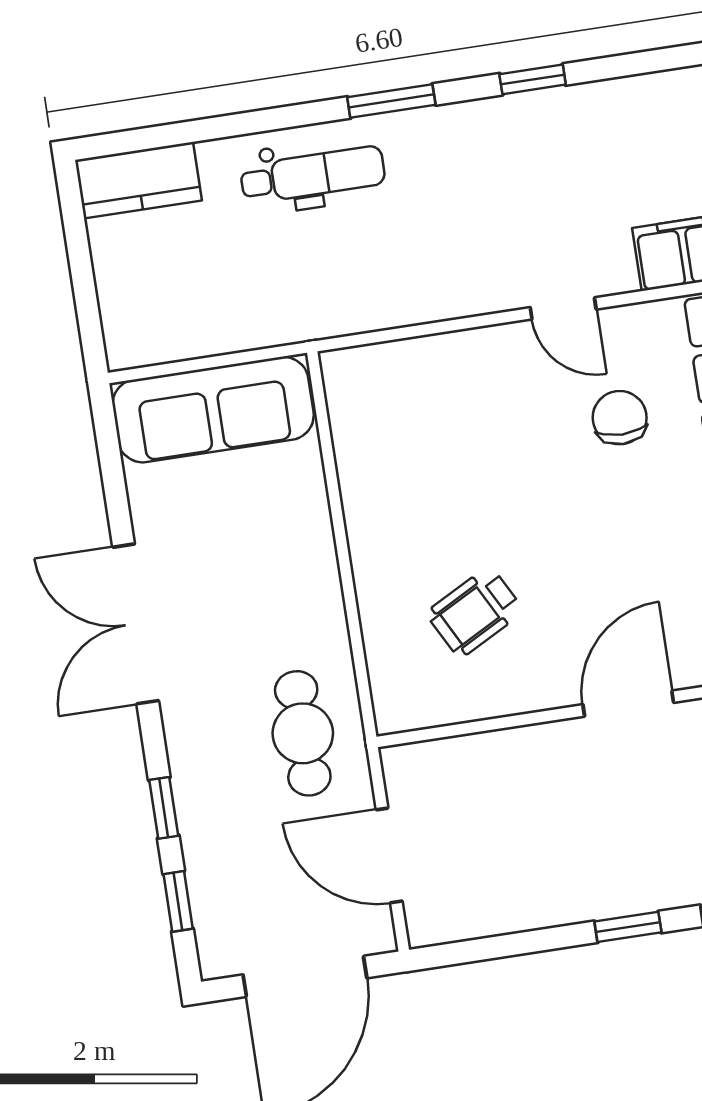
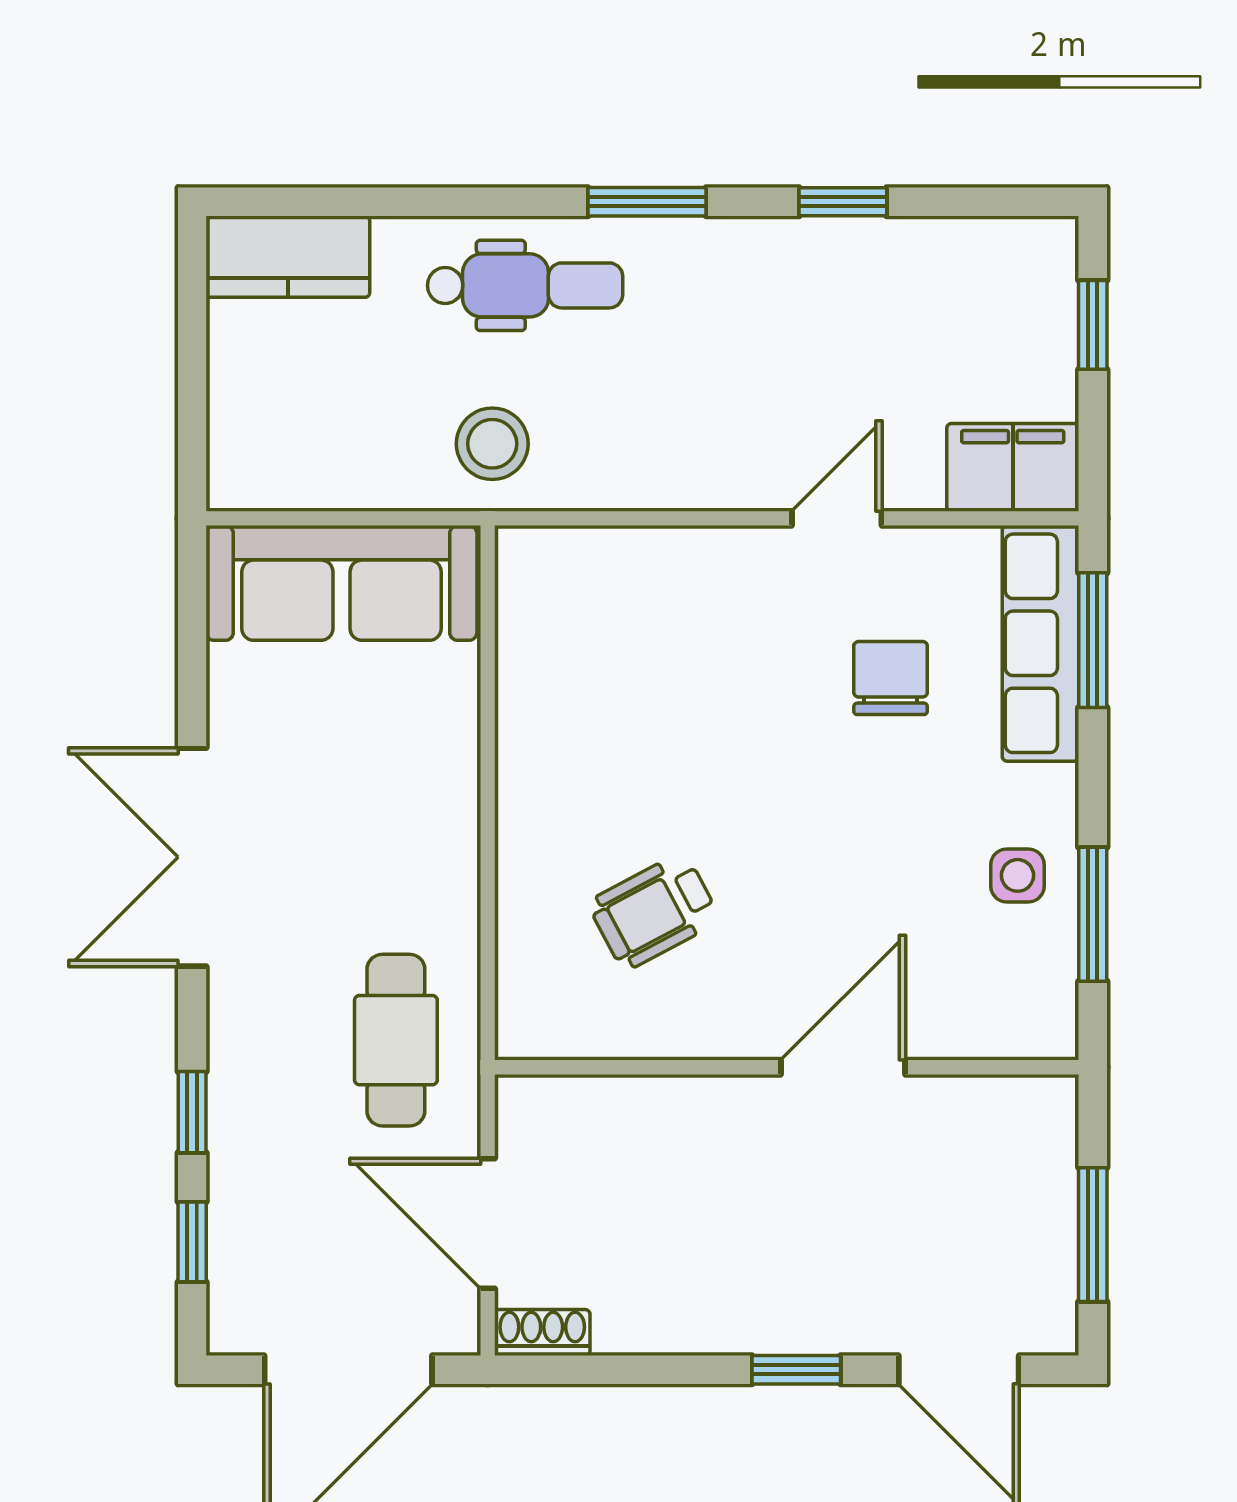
stool: (306, 293) -> (492, 444), added
door: (563, 308) -> (837, 518), swing flipped
shoe rack: (441, 928) -> (542, 1333), added

